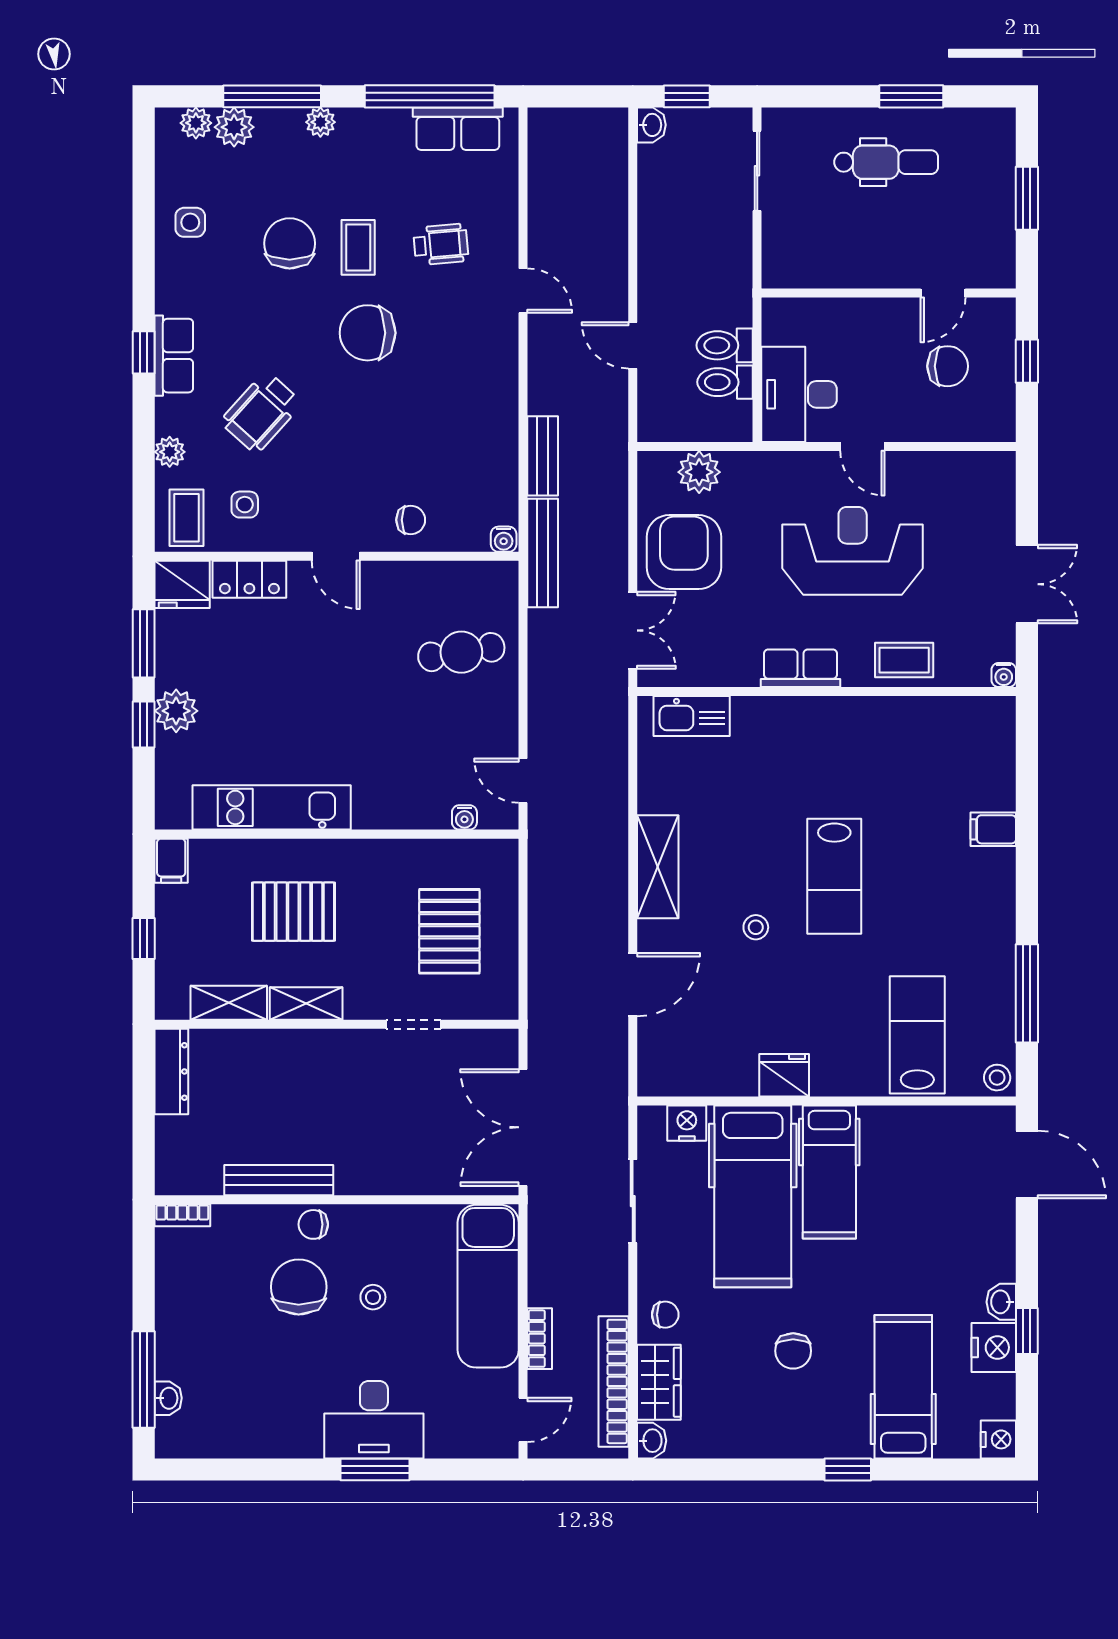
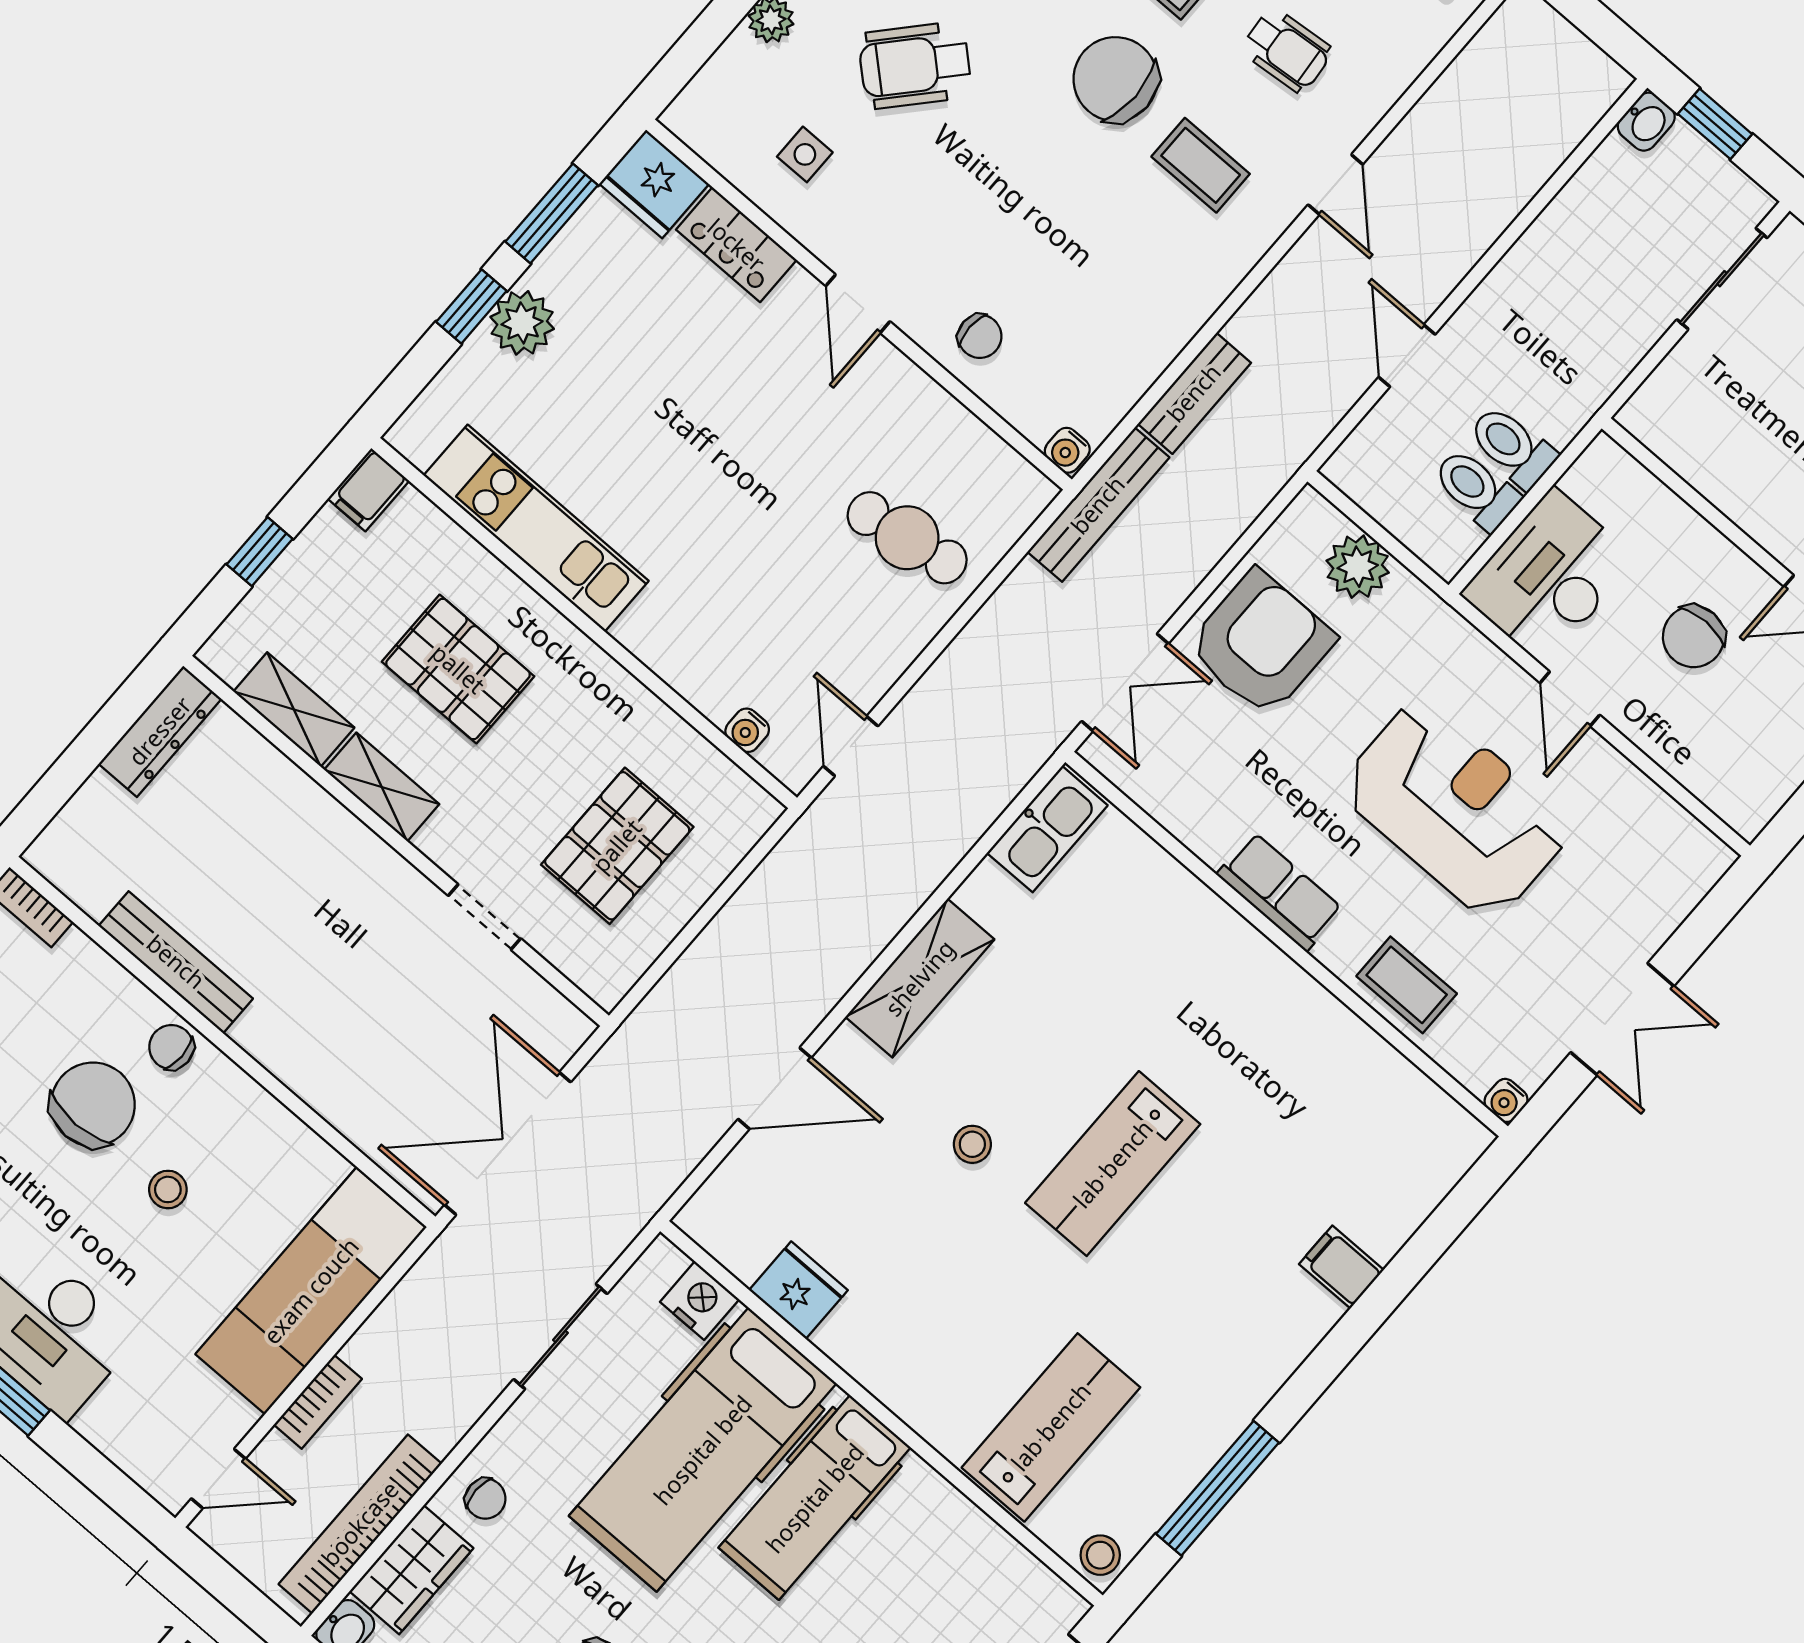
chair: (948, 366) -> (1694, 637), moved, turned 90
coffee table: (187, 518) -> (1201, 165), moved, turned 90
kitchen sink: (692, 716) -> (1047, 829), moved, turned -90
fridge: (784, 1075) -> (798, 1290), moved

